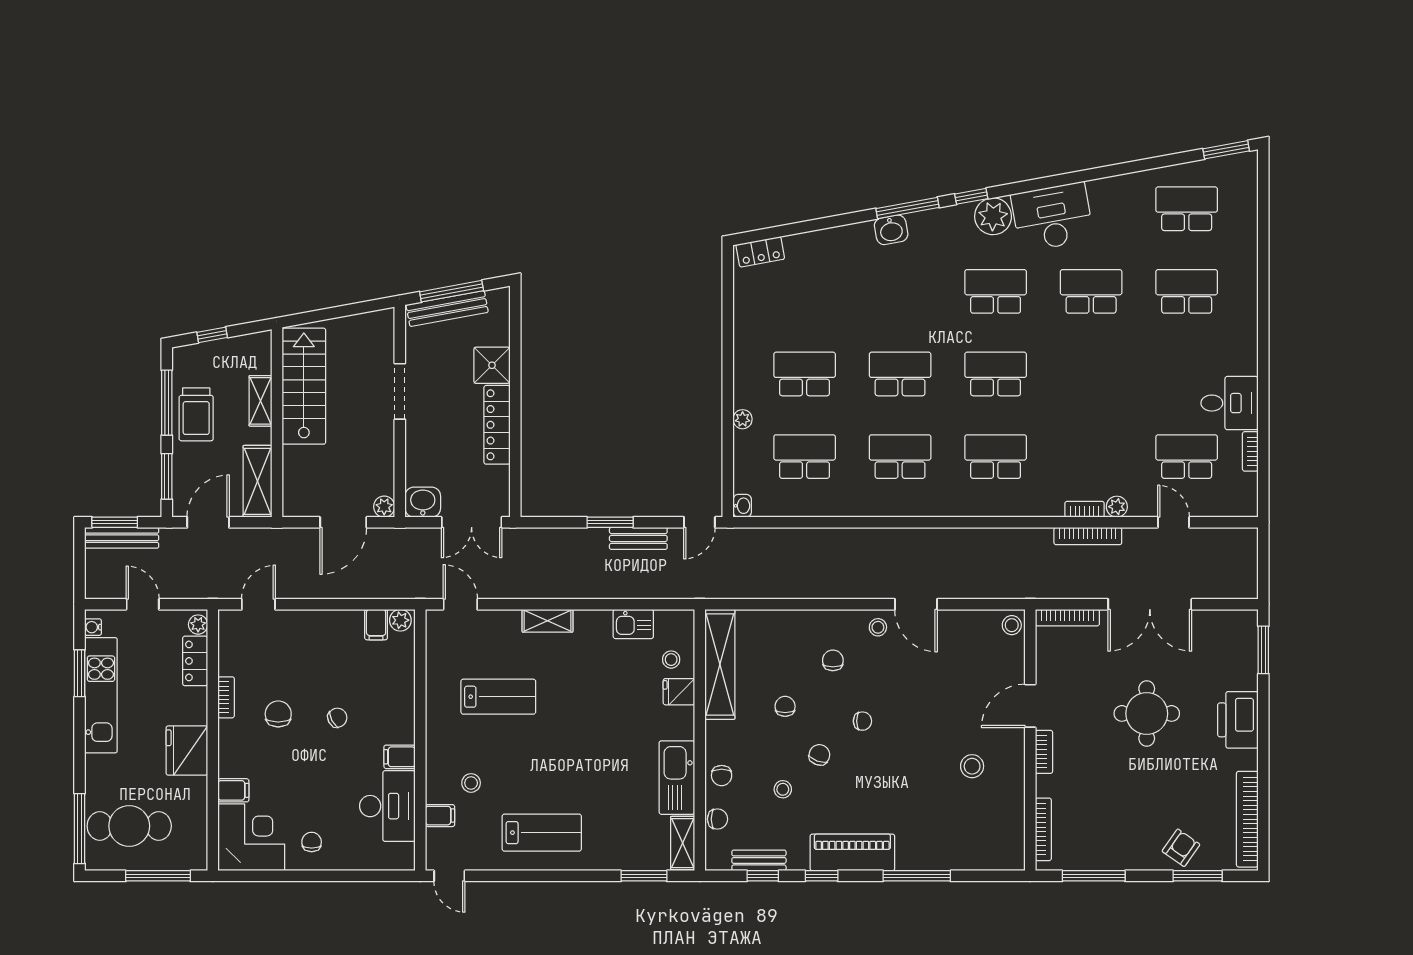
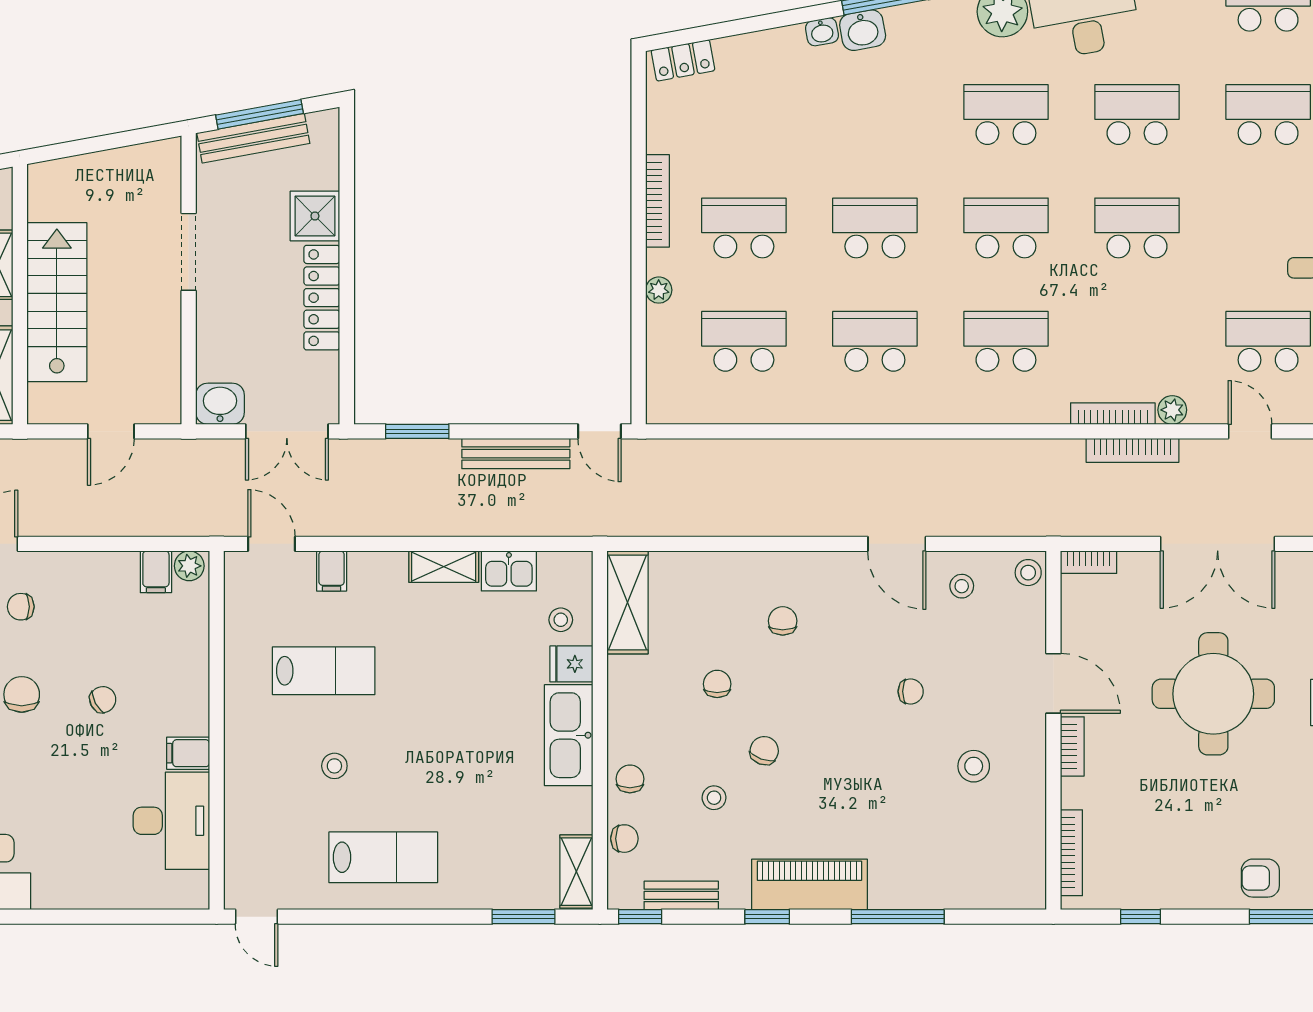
bookcase: (742, 354) -> (657, 201), added
school desk: (1091, 374) -> (1137, 228), added
stairs: (304, 386) -> (57, 302), moved
washbasin: (742, 506) -> (822, 32), moved, turned 80
plant: (384, 507) -> (167, 410), removed
bookcase: (1085, 509) -> (1113, 414), width x1.56
door: (343, 522) -> (111, 431), width x0.73
window: (610, 522) -> (417, 431), moved
door: (699, 522) -> (600, 431), hinge flipped
bench: (638, 538) -> (516, 454), width x1.36
bookcase: (1067, 618) -> (1089, 562), width x0.64
shelving: (547, 621) -> (444, 567), moved
stool: (878, 627) -> (962, 586), moved
shelving: (720, 664) -> (628, 602), width x0.68
door: (1030, 706) -> (1053, 683), swing flipped
round table: (1147, 713) -> (1213, 694), width x1.36, depth x1.36
chair: (862, 721) -> (911, 691), moved
chair: (722, 776) -> (630, 779), turned 180
kitchen sink: (677, 778) -> (569, 735), moved
stool: (471, 783) -> (334, 766), moved
filing cabinet: (440, 816) -> (332, 571), moved, turned 90
chair: (312, 842) -> (21, 607), moved, turned -90
armchair: (1181, 848) -> (1260, 878), turned -125
window: (763, 876) -> (640, 917), moved
window: (1094, 876) -> (1141, 917), width x0.46

